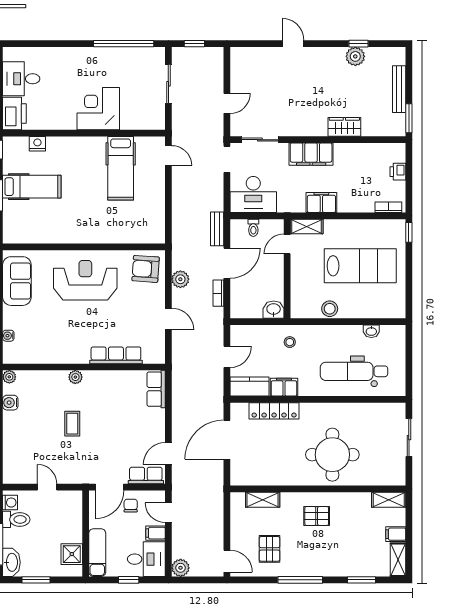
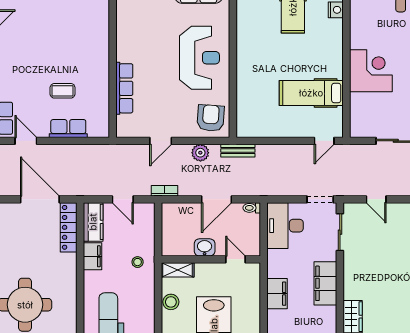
shelving: (307, 226) -> (178, 270), moved, turned 90
toilet: (253, 228) -> (252, 208), moved
bench: (217, 229) -> (238, 151), moved
door: (227, 263) -> (216, 199), hinge flipped
bookcase: (218, 293) -> (165, 191), moved
washbasin: (274, 310) -> (205, 247), moved, turned -90
plant: (75, 377) -> (103, 48), removed
row of seats: (156, 389) -> (68, 129), moved
locker: (274, 411) -> (69, 227), moved
coffee table: (72, 424) -> (63, 91), moved

